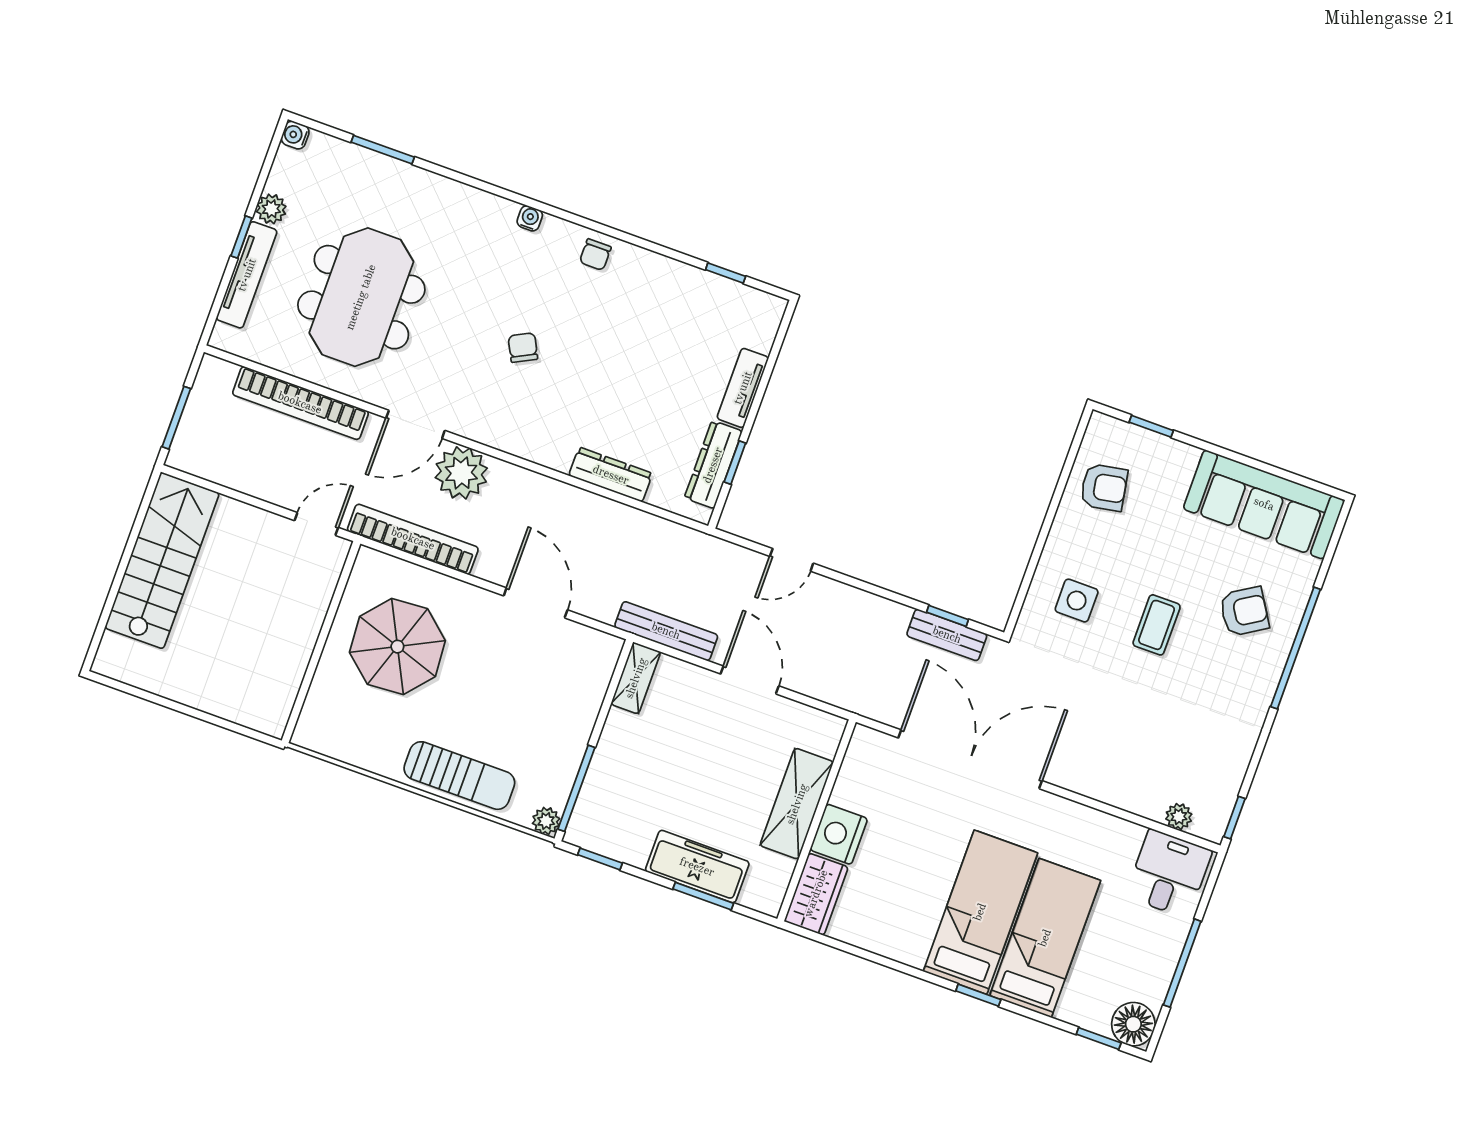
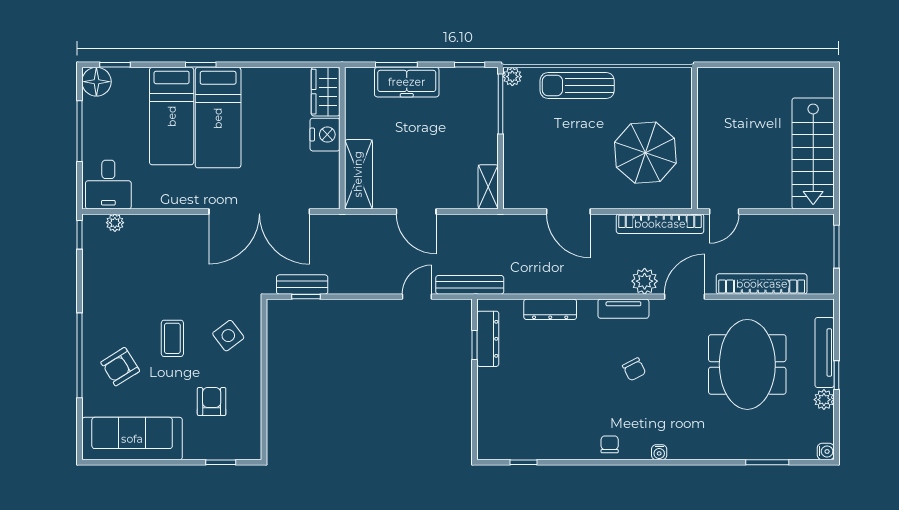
tv unit: (743, 388) -> (623, 309), moved, turned 90
plant: (461, 473) -> (645, 281), width x0.73, depth x0.73
armchair: (1104, 487) -> (212, 401), moved, turned 100
side table: (1077, 601) -> (228, 336), turned -37
bench: (666, 631) -> (470, 285), moved
shelving: (797, 804) -> (358, 174), moved

